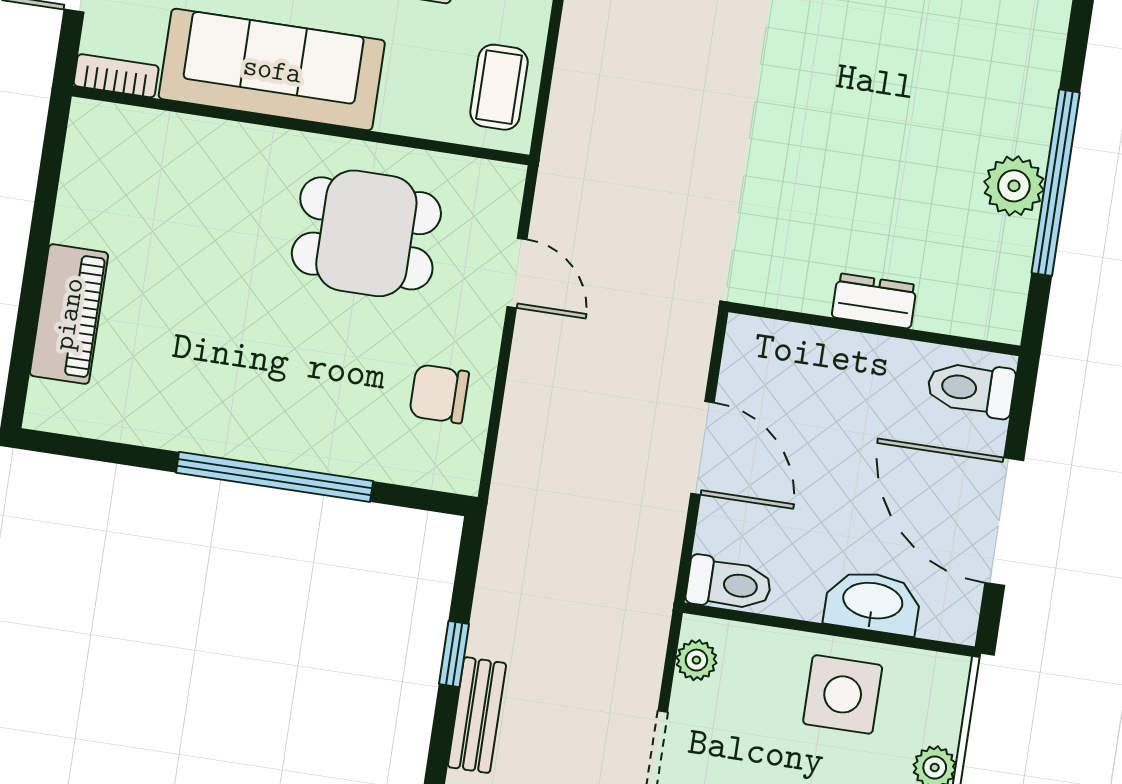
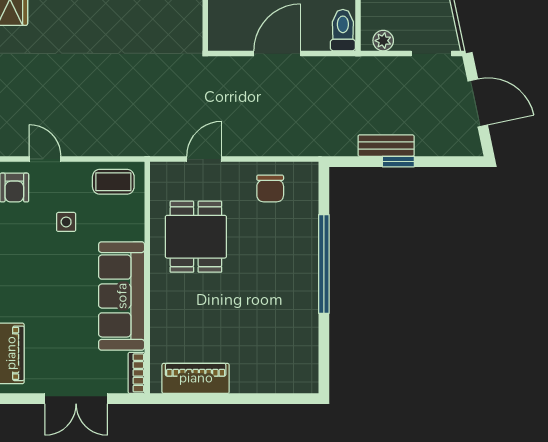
piano: (69, 314) -> (196, 378), moved
bench: (477, 715) -> (386, 146), moved

